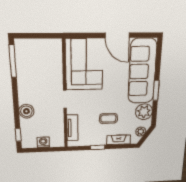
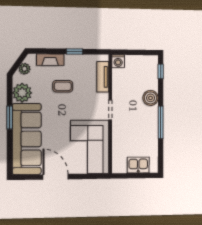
kitchen sink: (35, 47) -> (138, 165), added
window: (13, 61) -> (161, 122), moved
washing machine: (43, 142) -> (118, 61), moved

